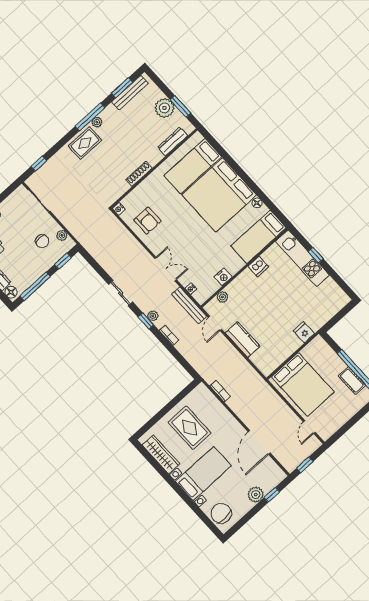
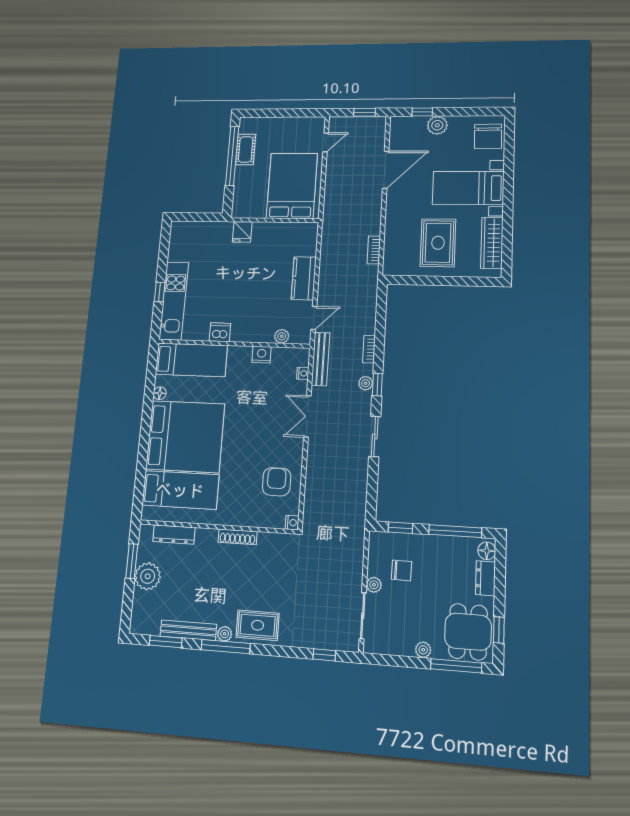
bench: (130, 93) -> (188, 630), moved
plant: (62, 235) -> (374, 585), moved
chair: (42, 241) -> (401, 570), turned 91

